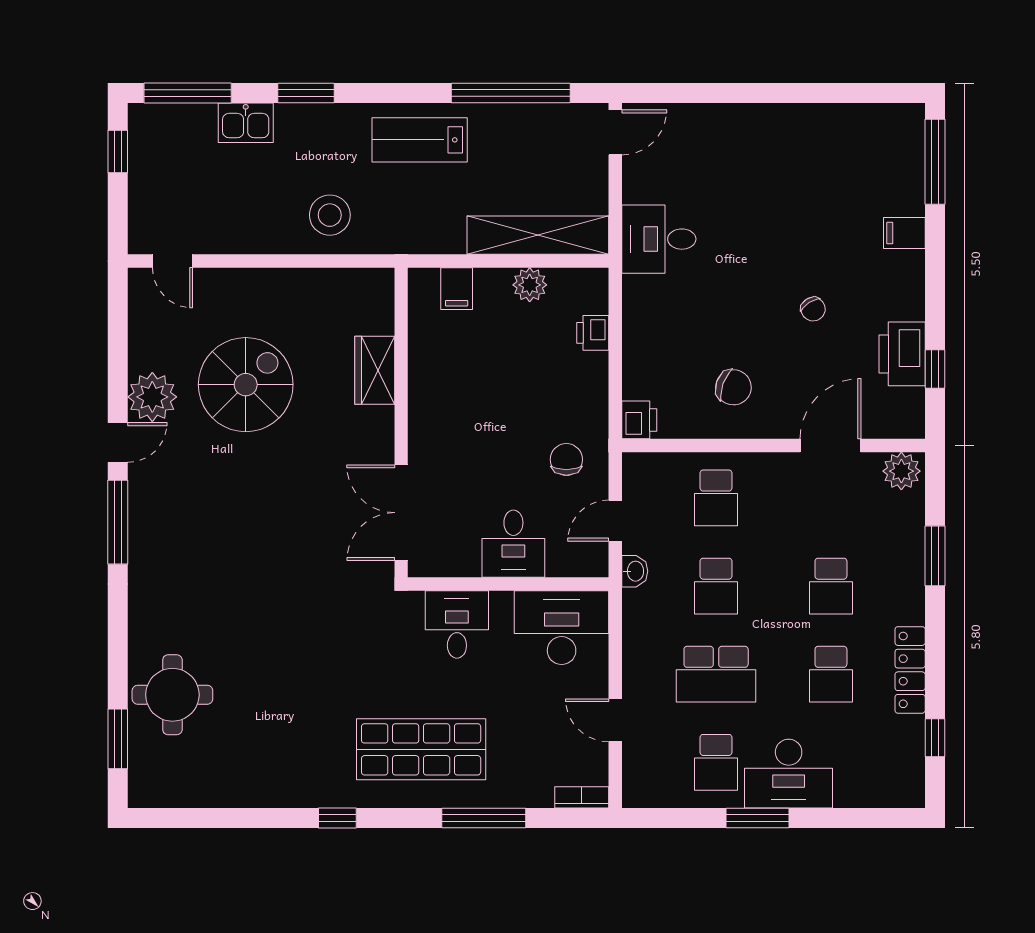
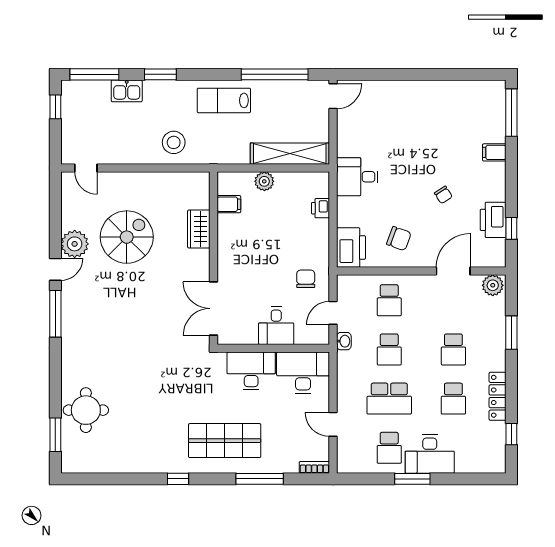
desk: (659, 239) -> (357, 177), moved
plant: (530, 285) -> (264, 181), moved
filing cabinet: (457, 289) -> (229, 204), moved, turned -90
printer: (639, 420) -> (351, 247), width x1.87, depth x1.48
desk: (457, 624) -> (251, 371), width x1.37

